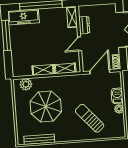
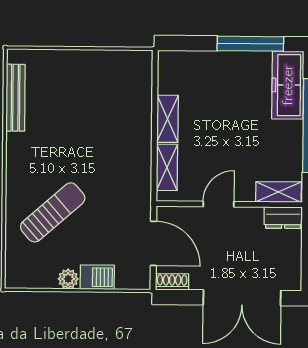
dresser: (84, 25) -> (283, 218), moved
door: (80, 44) -> (218, 204), hinge flipped
plant: (26, 84) -> (139, 78), removed
parasol: (46, 106) -> (87, 118), removed

